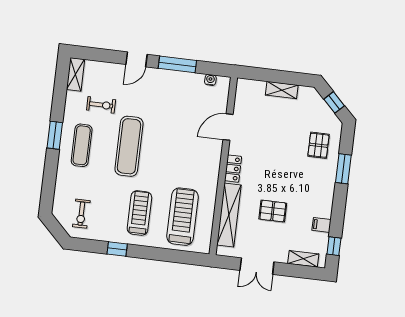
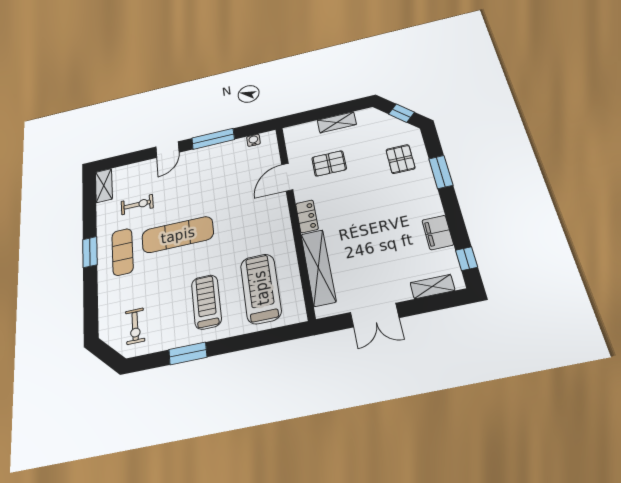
exercise mat: (129, 146) -> (178, 235), turned 90
pallet: (273, 211) -> (329, 163), moved
filing cabinet: (322, 225) -> (438, 232), width x2.00
window: (117, 249) -> (188, 353), width x1.50

